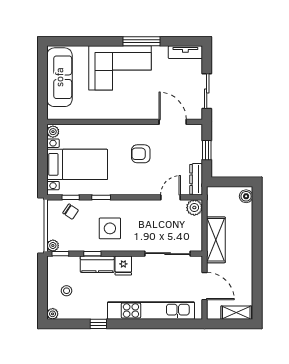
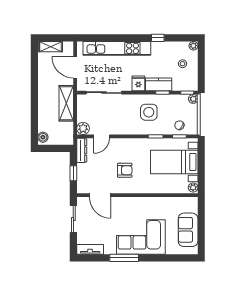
sofa: (59, 77) -> (188, 230), width x0.73

